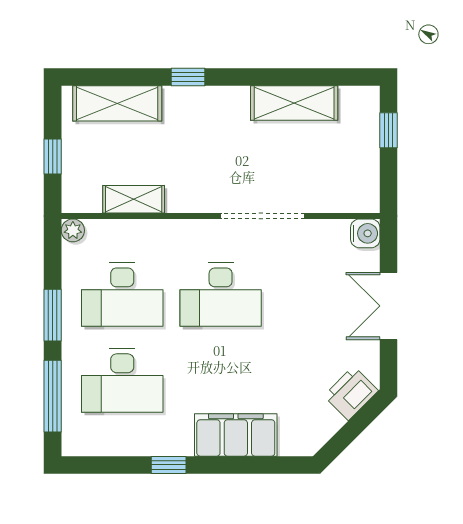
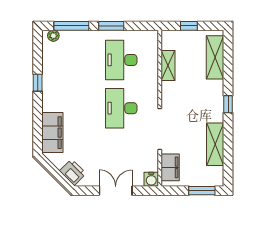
window: (188, 77) -> (228, 104), moved
window: (388, 130) -> (202, 191), width x1.50
filing cabinet: (341, 195) -> (170, 167), added
plant: (73, 230) -> (53, 36), moved
desk: (122, 380) -> (79, 60), removed
filing cabinet: (236, 435) -> (52, 133), moved

